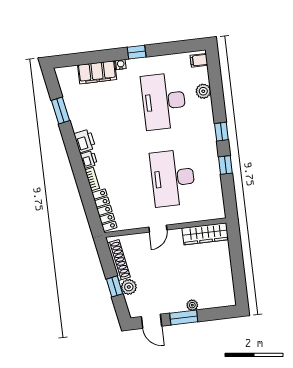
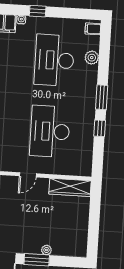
window: (221, 132) -> (102, 97), width x1.50

